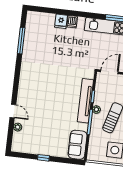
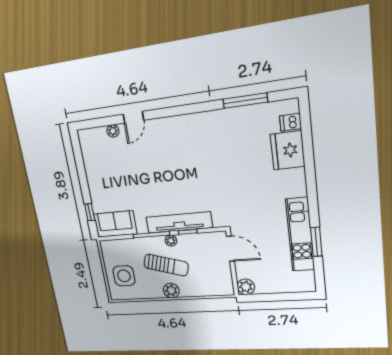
fridge: (61, 21) -> (288, 150), width x1.88, depth x1.34
dishwasher: (72, 22) -> (291, 122), moved
window: (43, 158) -> (90, 212), moved

